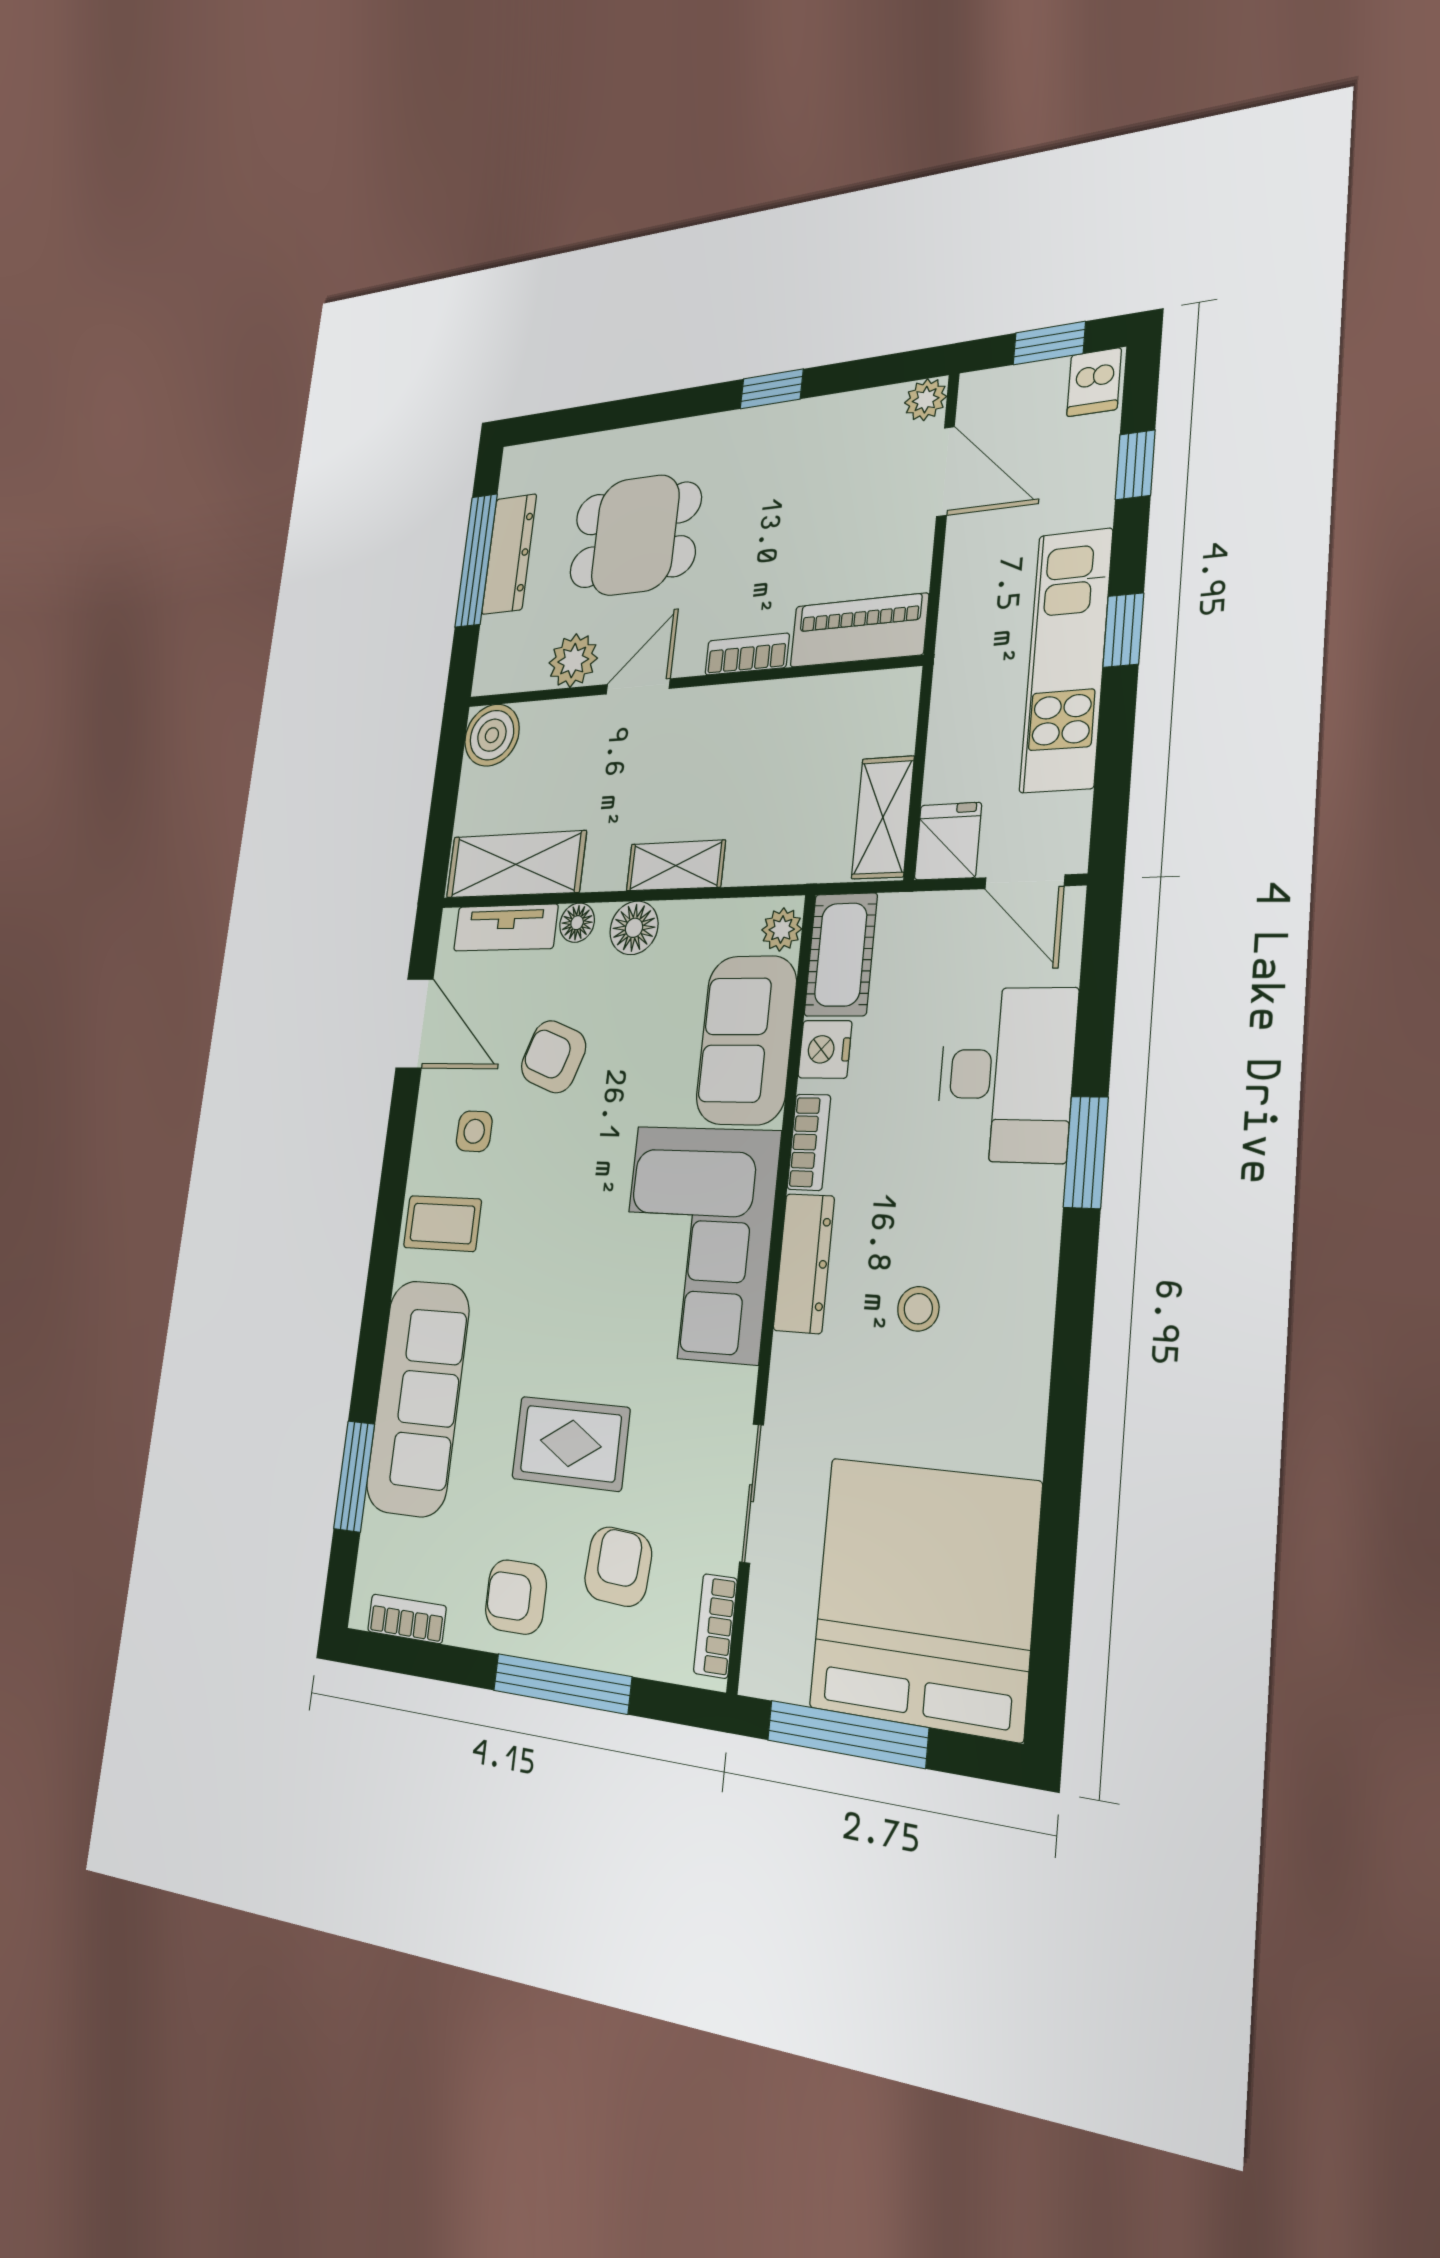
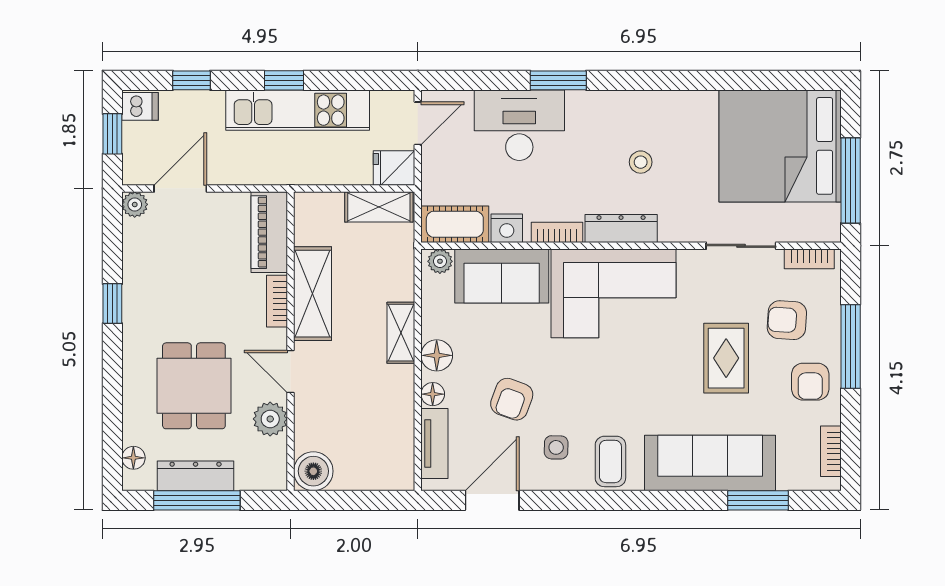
floor lamp: (546, 457) -> (133, 458), added
shelving: (516, 864) -> (313, 294), moved

